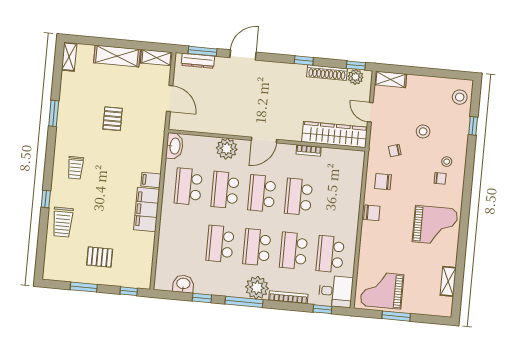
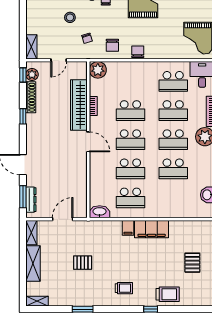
wardrobe: (335, 135) -> (79, 105), moved
plant: (227, 149) -> (98, 70), moved

